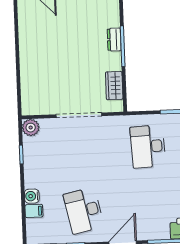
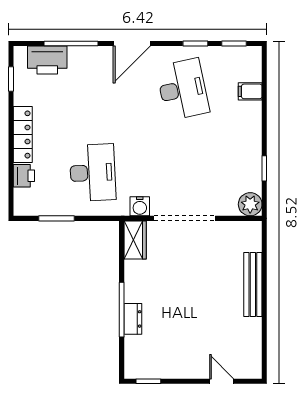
bench: (26, 68) -> (253, 284), added
wardrobe: (114, 86) -> (135, 240), moved
water cooler: (32, 196) -> (140, 206), moved, turned 90

